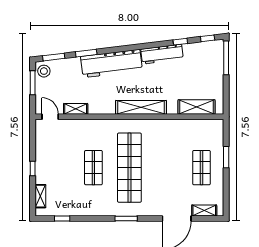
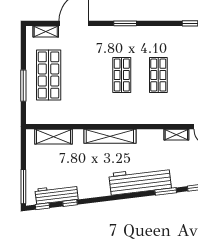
workbench: (162, 54) -> (56, 194), moved
window: (226, 157) -> (23, 86), width x1.44
shop shelf: (129, 168) -> (122, 75), width x0.50, depth x0.74
shop shelf: (201, 168) -> (49, 75), width x1.43, depth x1.36

